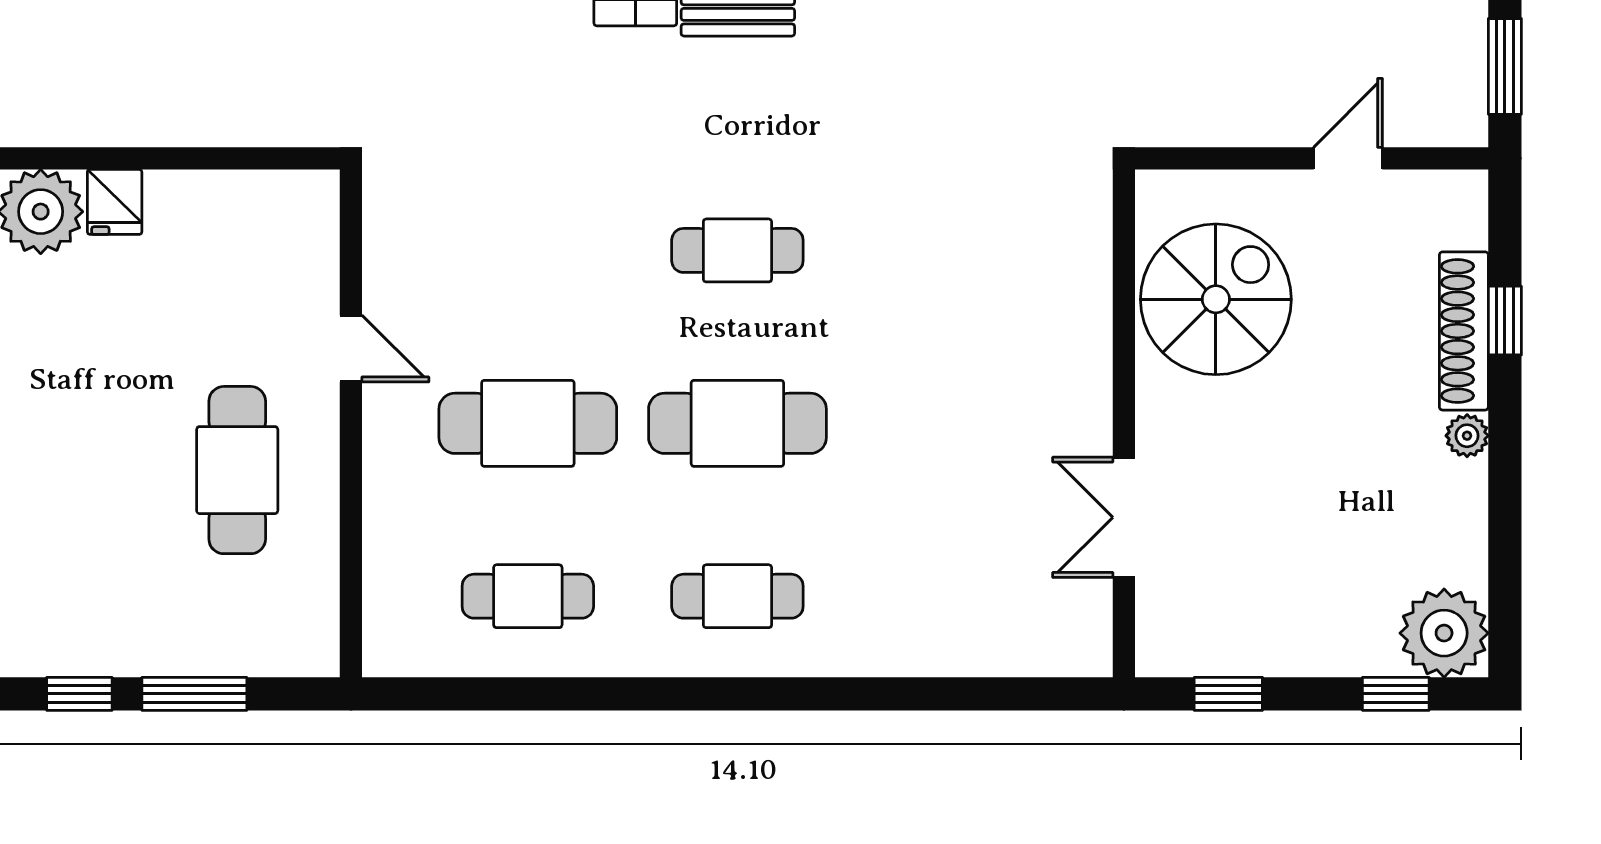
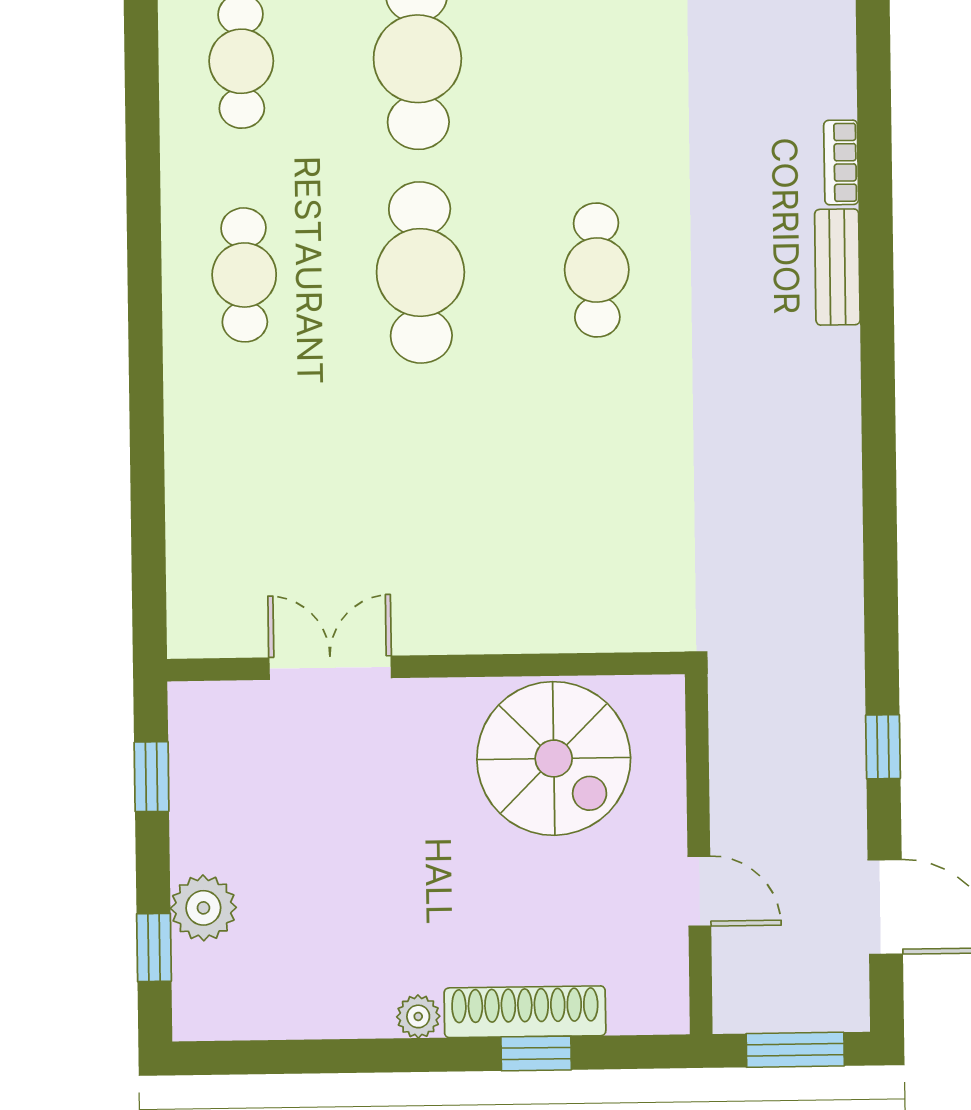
plant: (1444, 633) -> (203, 908), moved, width x0.73, depth x0.73

